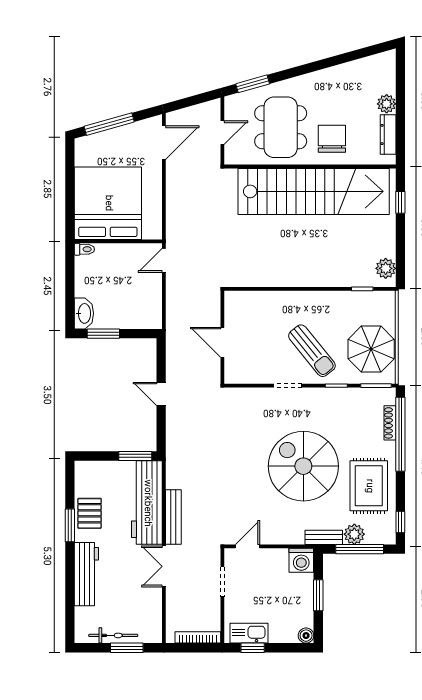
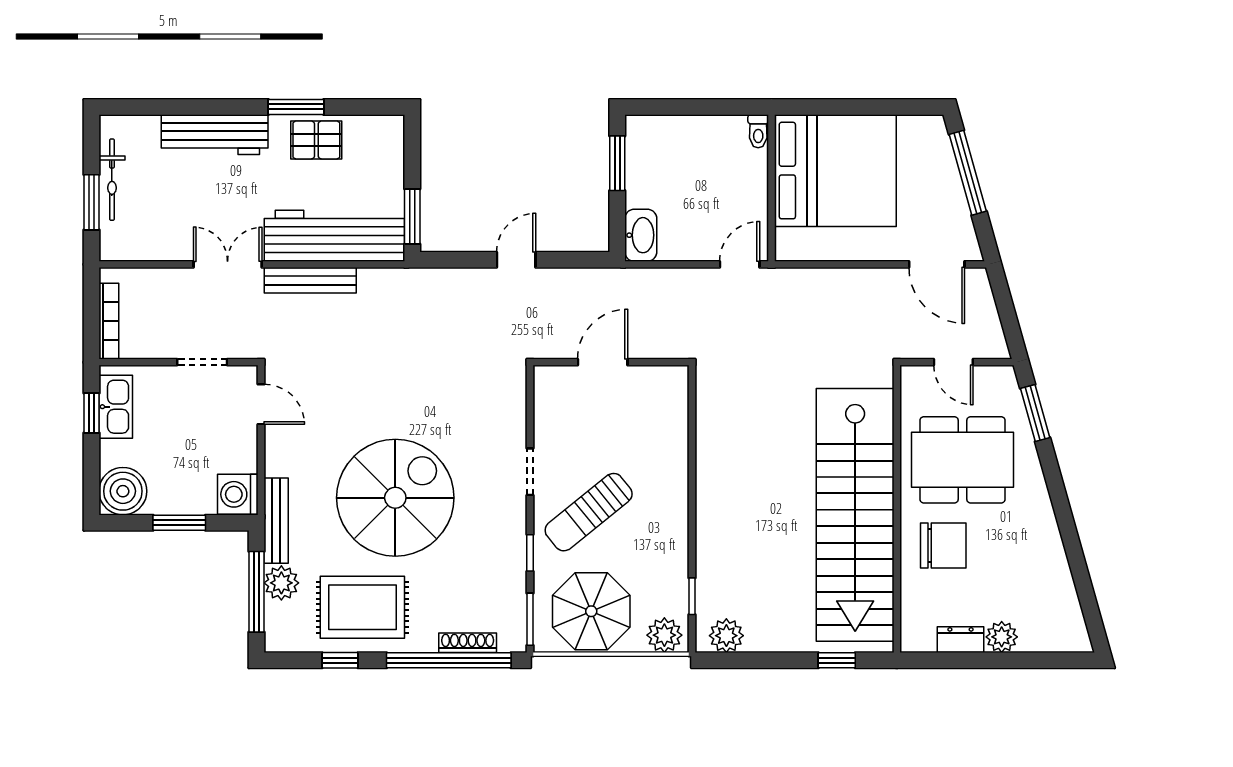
dresser: (388, 134) -> (961, 640), width x0.70
door: (164, 260) -> (740, 264), hinge flipped
plant: (385, 305) -> (664, 635), added
washbasin: (84, 313) -> (641, 235), moved, turned -90
window: (400, 522) -> (340, 660), moved
bench: (324, 537) -> (276, 521), width x1.36
boiler: (306, 636) -> (123, 491), width x1.86, depth x1.86

